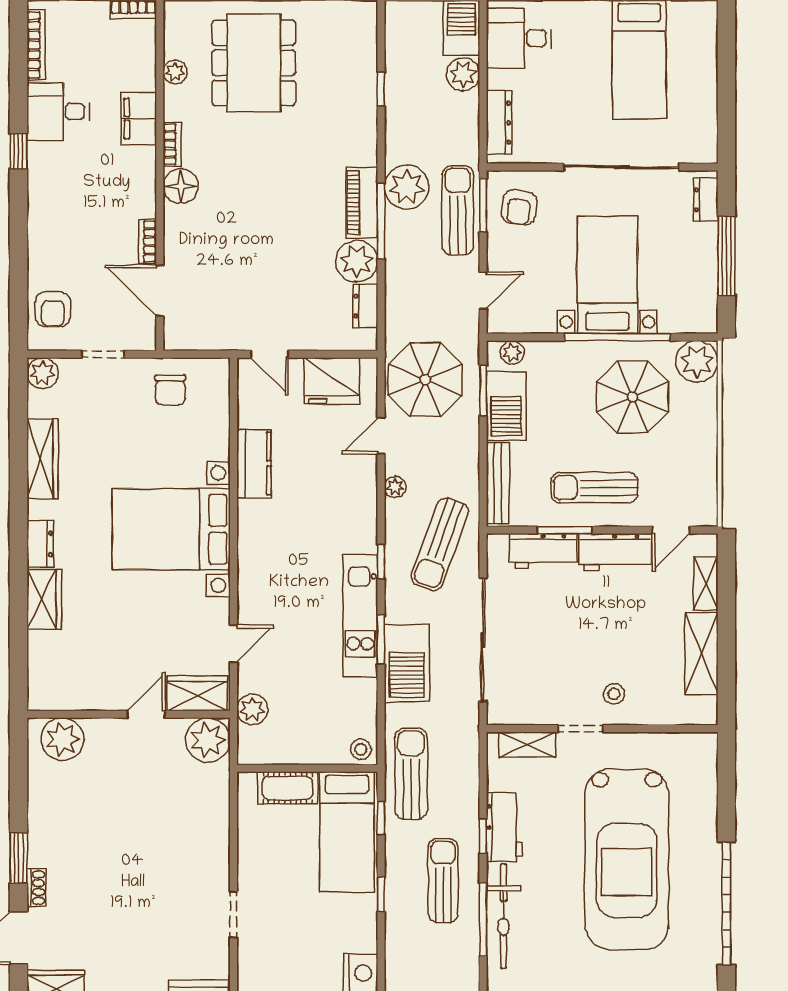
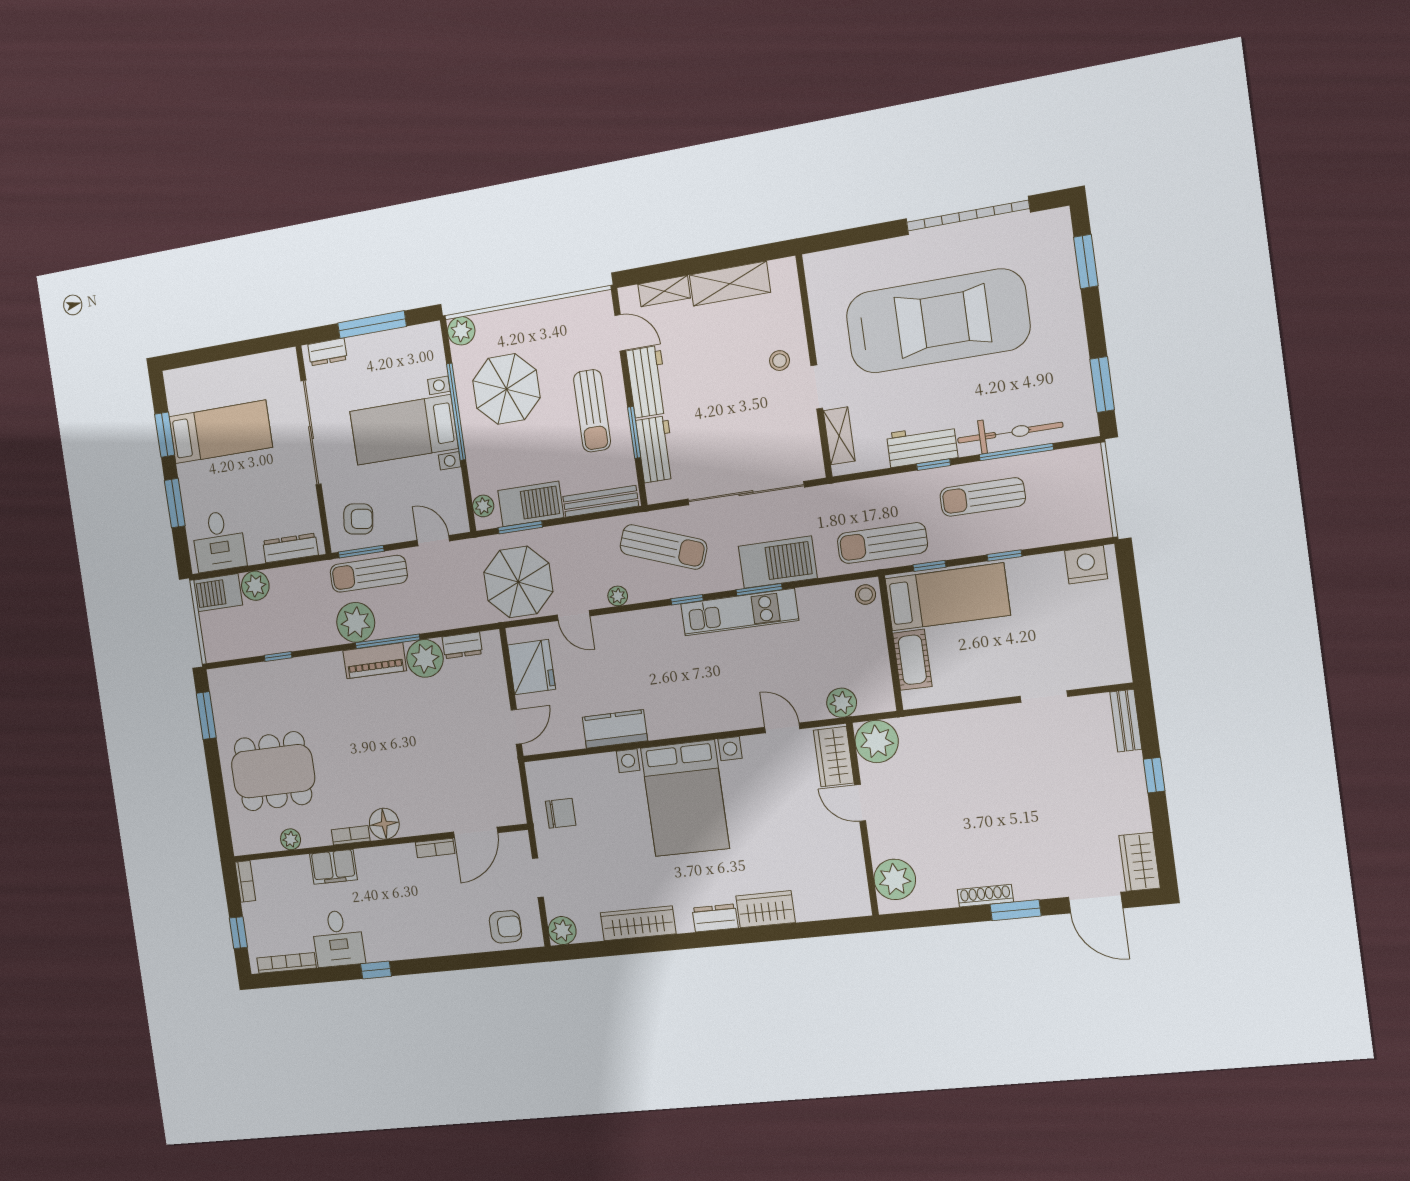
plant: (697, 361) -> (461, 331), width x0.73, depth x0.73
shoe rack: (36, 887) -> (985, 896), moved, width x1.43

